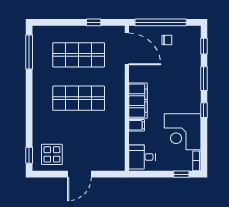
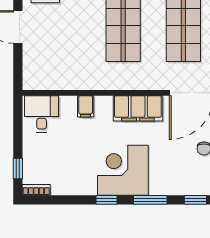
filing cabinet: (138, 101) -> (138, 108), moved
corner desk: (183, 132) -> (123, 170), moved

